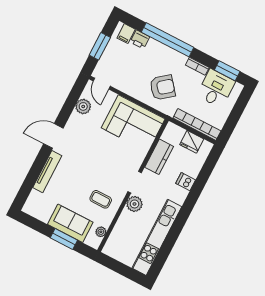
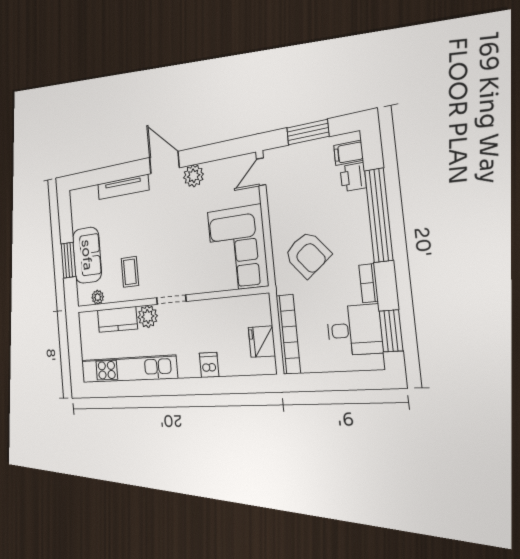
plant: (83, 106) -> (194, 176), moved
kitchen counter: (159, 157) -> (117, 319), moved

